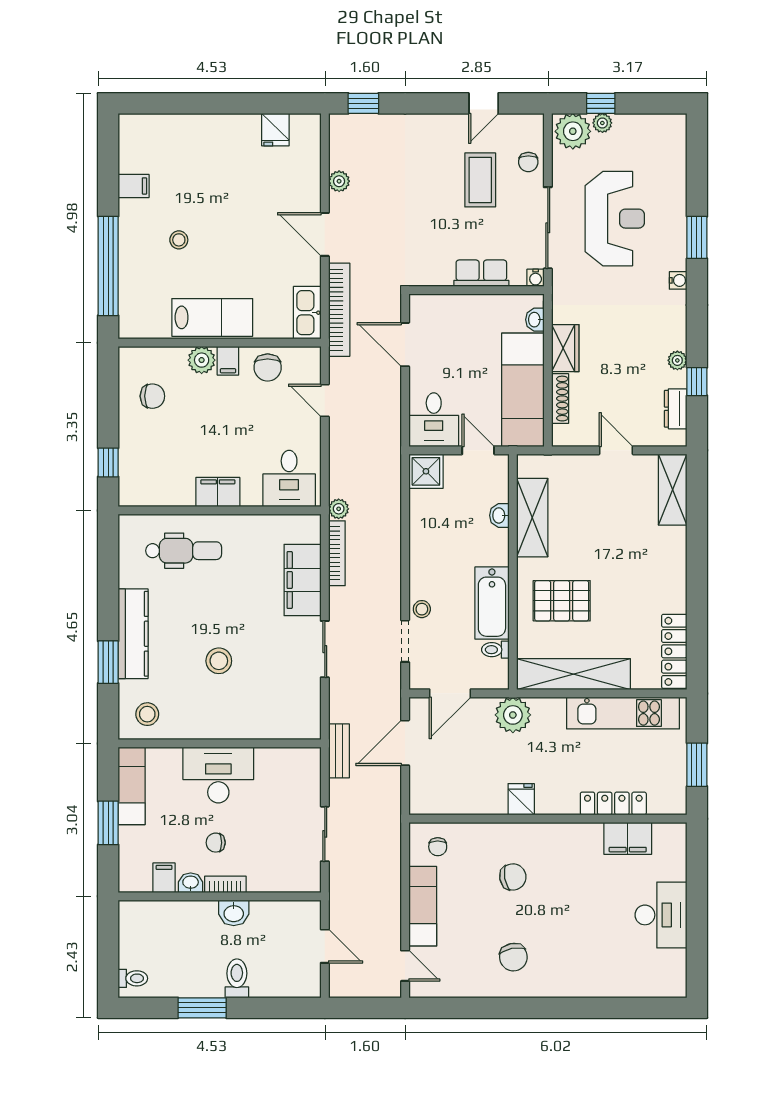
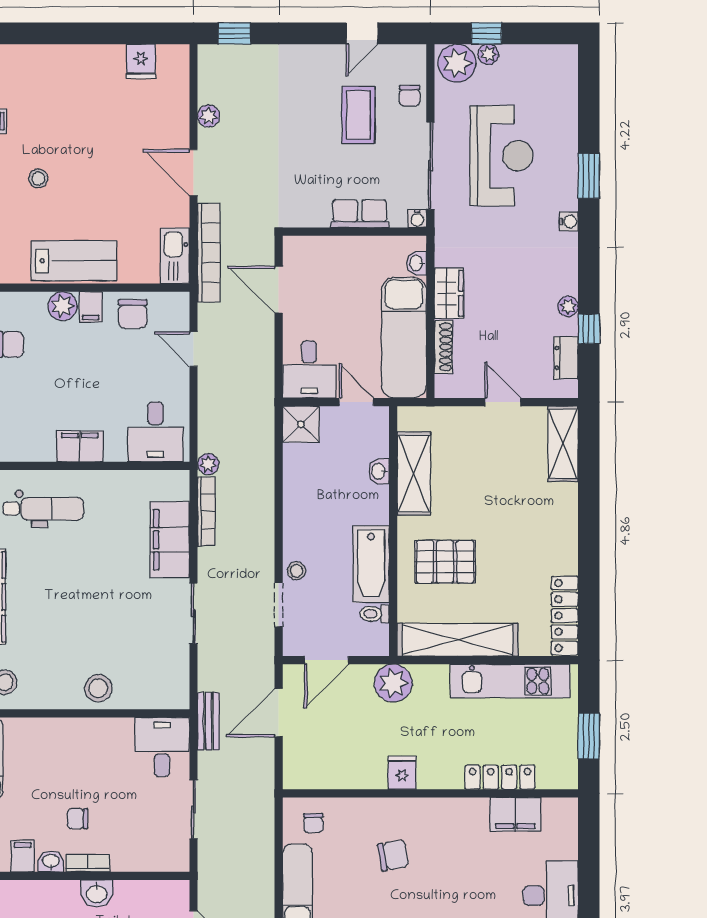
stool: (219, 661) -> (98, 688), moved
desk: (218, 775) -> (162, 747), moved, width x0.73

